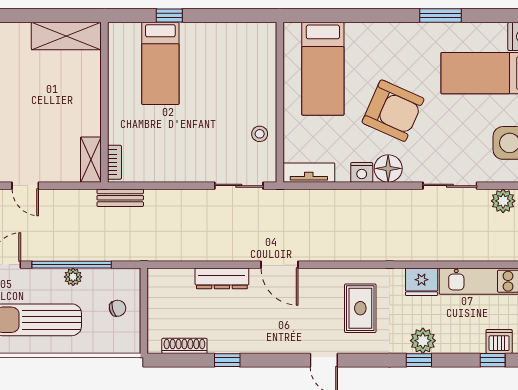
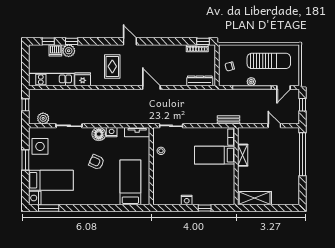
window: (440, 16) -> (49, 208), moved
nightstand: (206, 32) -> (187, 200), added
bed: (160, 63) -> (215, 155), moved, turned -90
armchair: (393, 111) -> (96, 162), width x0.53, depth x0.53
shelving: (91, 160) -> (243, 155), moved
dresser: (222, 278) -> (200, 81), moved
plant: (423, 341) -> (69, 51), moved
dishwasher: (499, 341) -> (55, 50), moved
window: (227, 360) -> (203, 41), moved
window: (419, 360) -> (72, 41), moved

